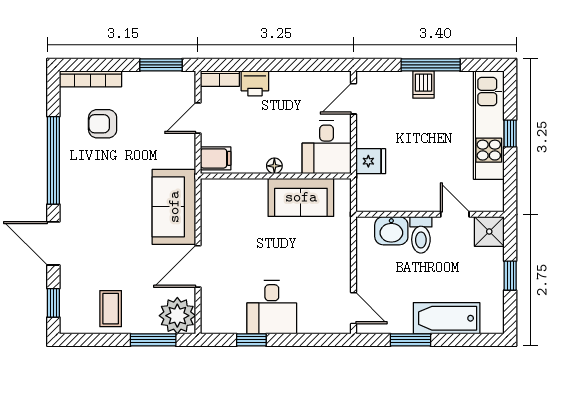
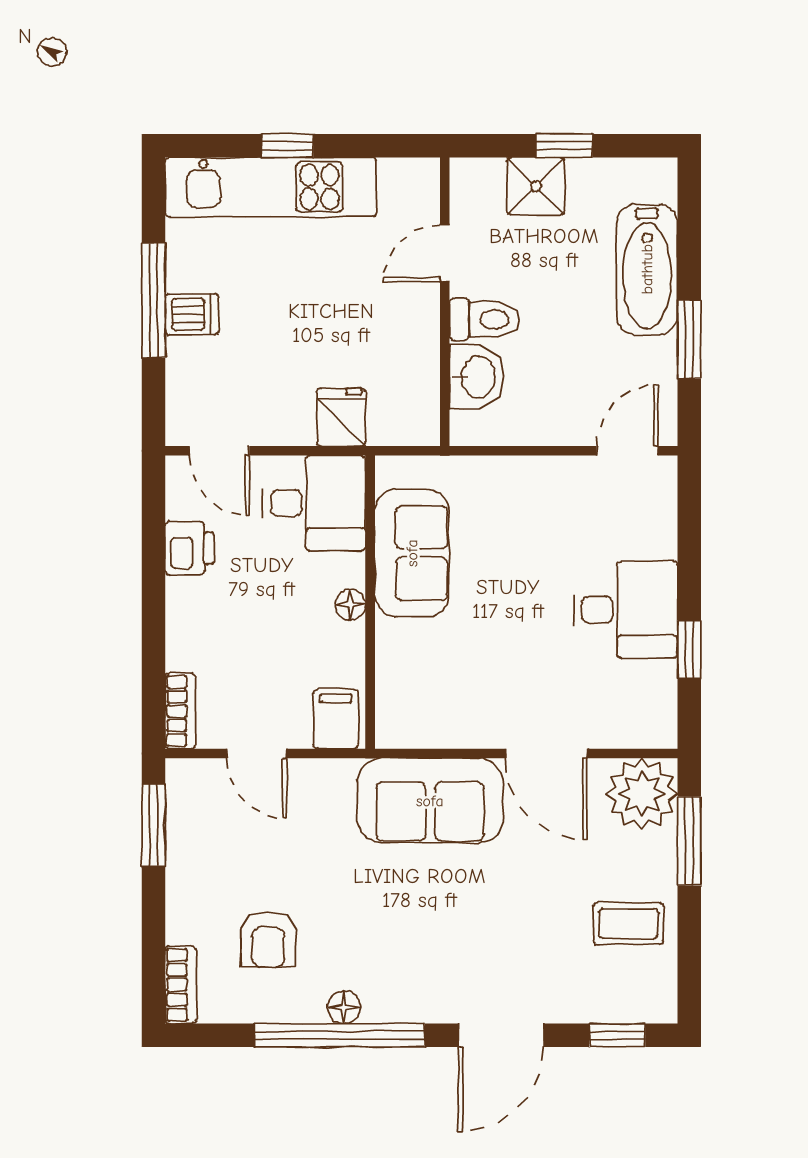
bookcase: (90, 79) -> (181, 985), width x0.64
printer: (255, 83) -> (189, 548), moved
floor lamp: (68, 163) -> (344, 1007), added
shower: (489, 232) -> (536, 186), moved

